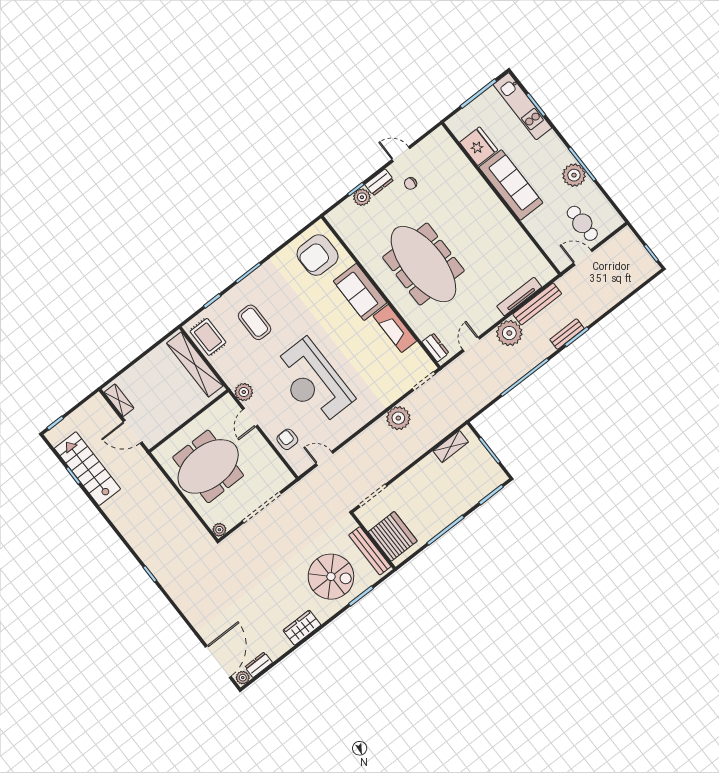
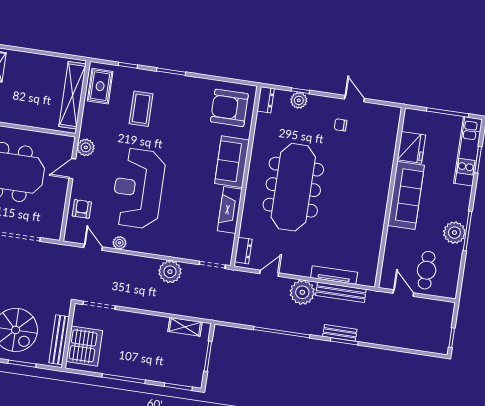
dresser: (379, 182) -> (266, 100), moved, turned -90
plant: (340, 435) -> (119, 243), added

